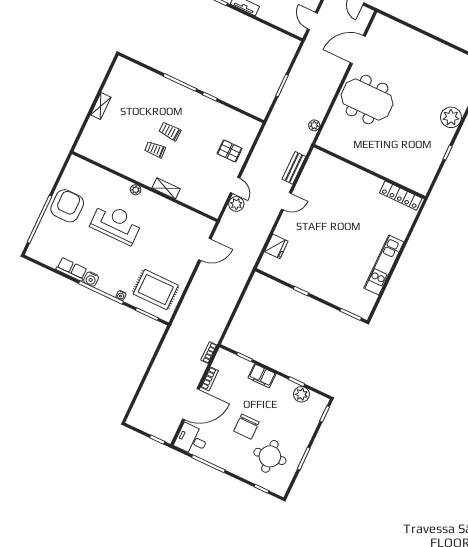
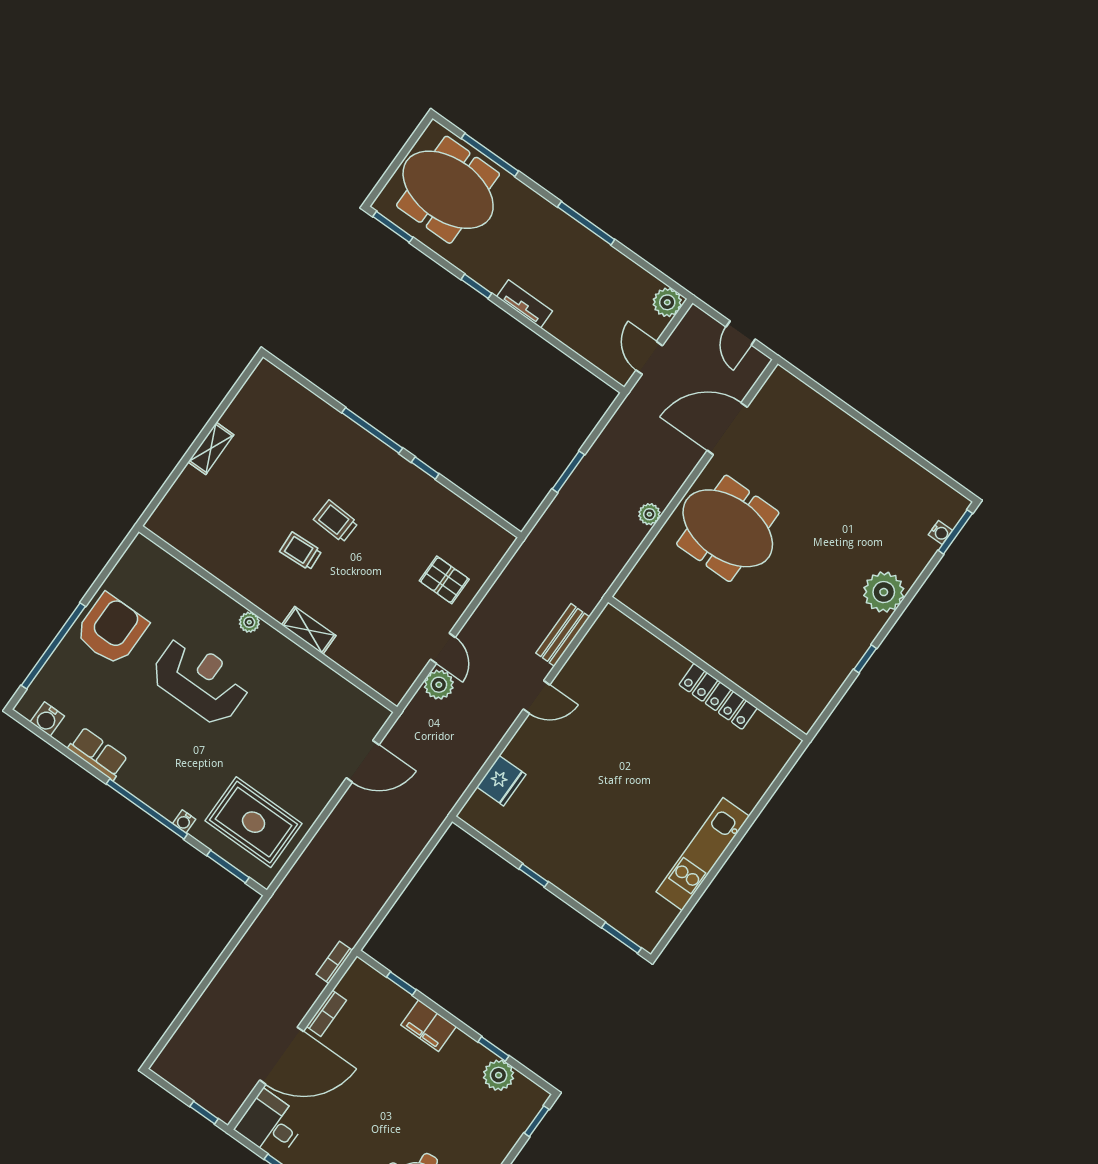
plant: (314, 125) -> (649, 514), moved
locker: (401, 196) -> (718, 696), moved
water cooler: (91, 279) -> (47, 719), moved
chair: (246, 427) -> (381, 1118), removed

